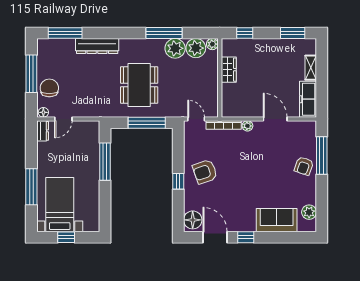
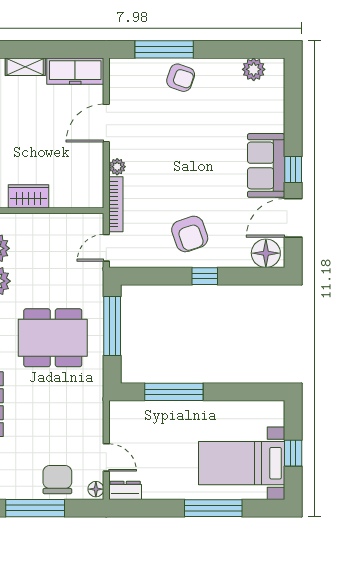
chair: (49, 88) -> (57, 480), turned 90
sofa: (277, 220) -> (266, 165), moved

